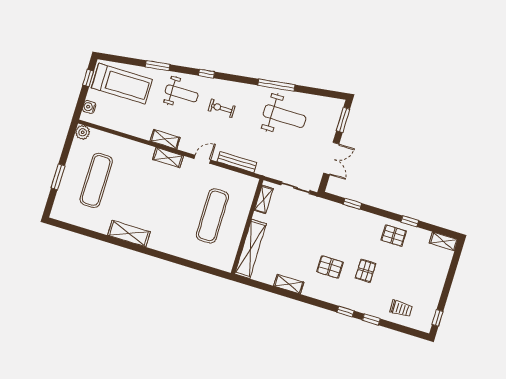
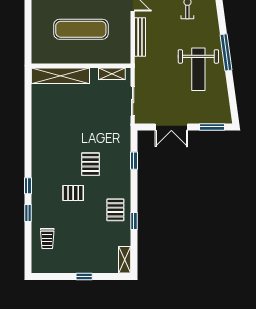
pallet: (330, 267) -> (91, 164), moved
shelving: (289, 284) -> (38, 123), removed
window: (438, 318) -> (84, 276), moved

